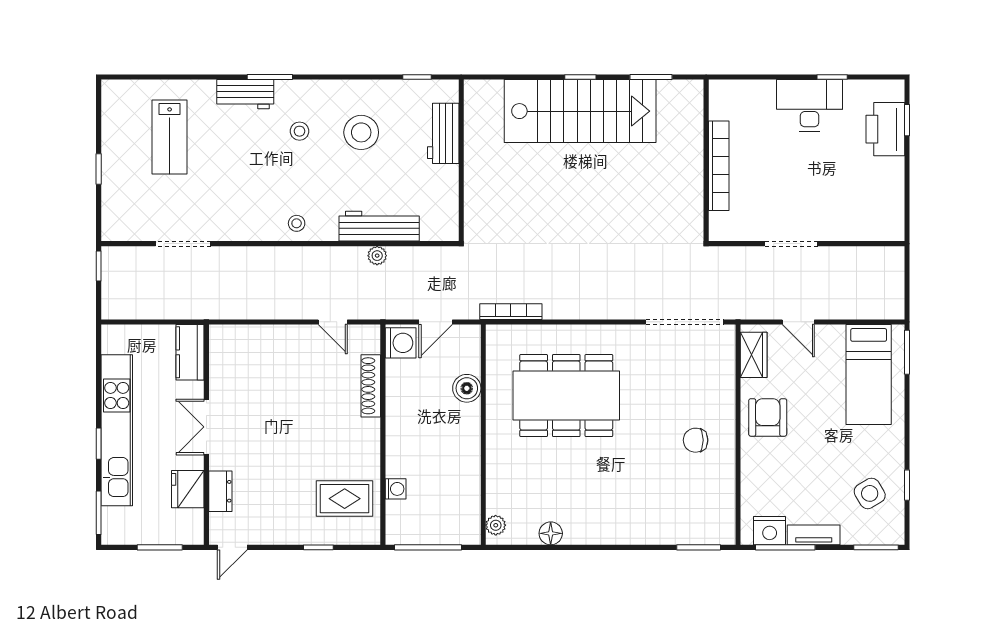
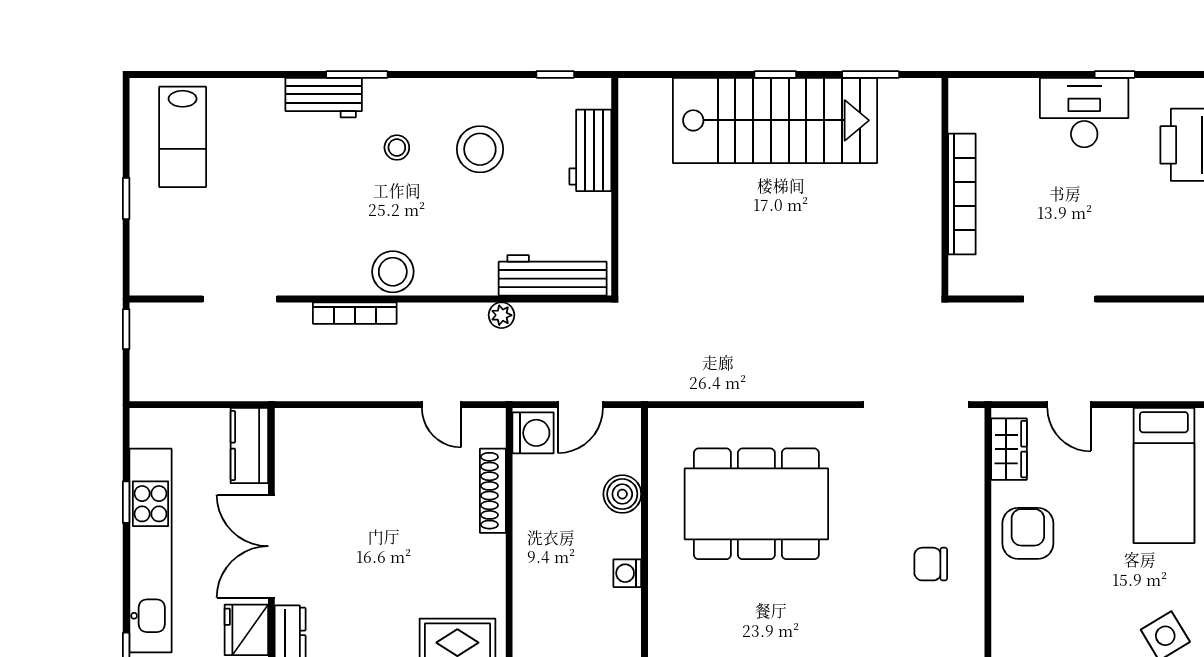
lab bench: (170, 137) -> (183, 137), moved
stool: (297, 223) -> (393, 272), width x1.89, depth x1.89
workbench: (379, 226) -> (553, 275), moved
bookcase: (511, 312) -> (355, 313), moved, turned 180
double door: (206, 427) -> (271, 546), width x1.37
window: (99, 444) -> (126, 502), moved
washing machine: (396, 489) -> (627, 573), moved, turned 180

